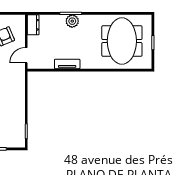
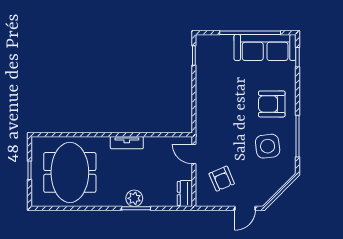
door: (26, 55) -> (194, 154), swing flipped
tv unit: (67, 64) -> (127, 143), moved

